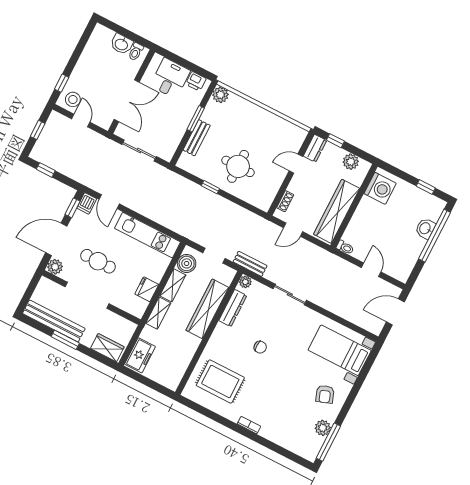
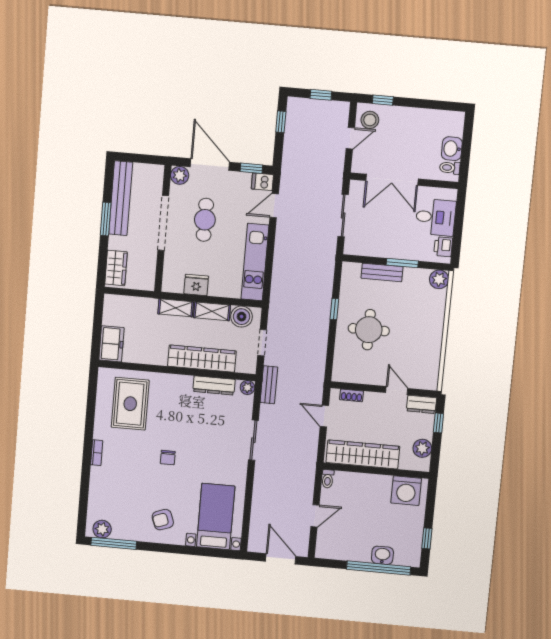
chair: (260, 347) -> (168, 458), moved
freezer: (140, 355) -> (111, 344), moved, turned -90
plant: (323, 428) -> (102, 529), moved

